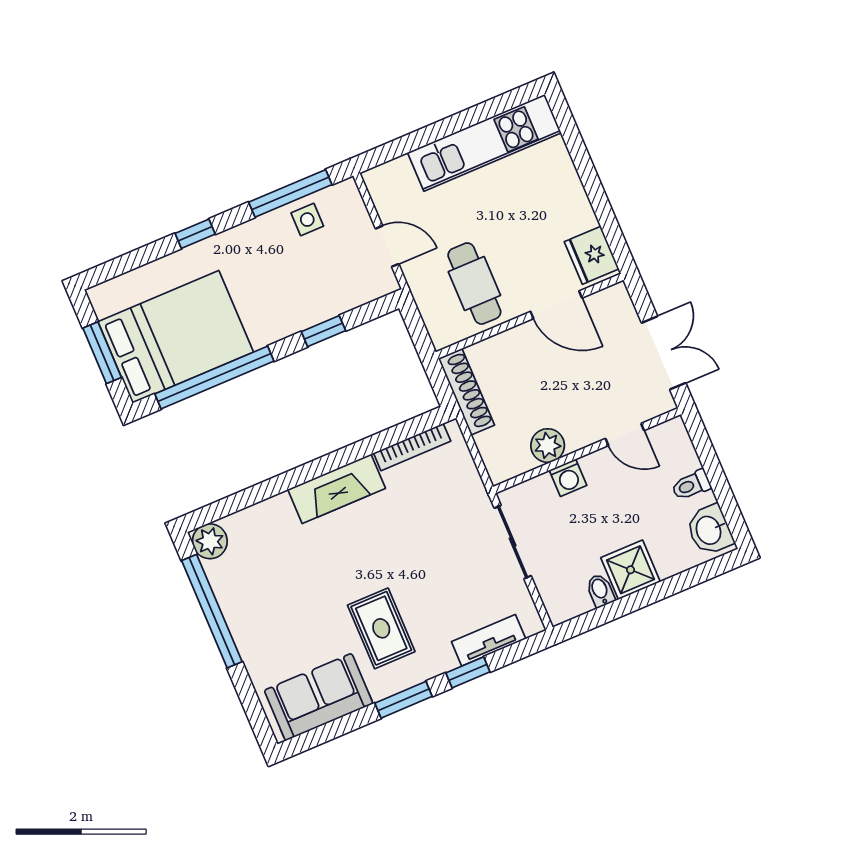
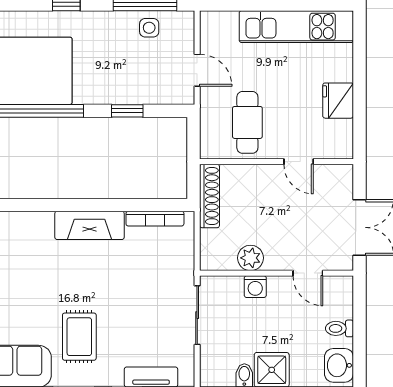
fridge: (592, 255) -> (338, 101), moved
door: (556, 305) -> (299, 162), width x0.73

